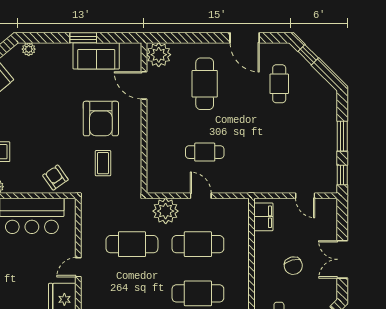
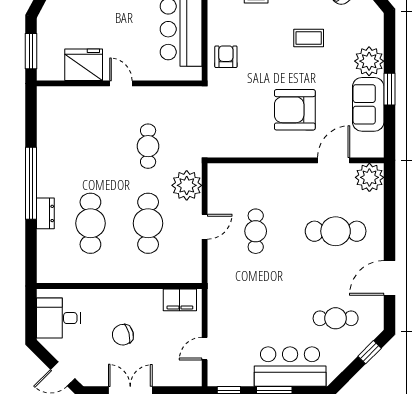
plant: (29, 49) -> (369, 61), moved, width x1.87, depth x1.87
bar counter: (320, 123) -> (290, 367), added
coffee table: (103, 163) -> (309, 38), moved
armchair: (55, 178) -> (226, 57), turned -55
cafe table: (132, 244) -> (148, 146), width x0.73, depth x0.74

